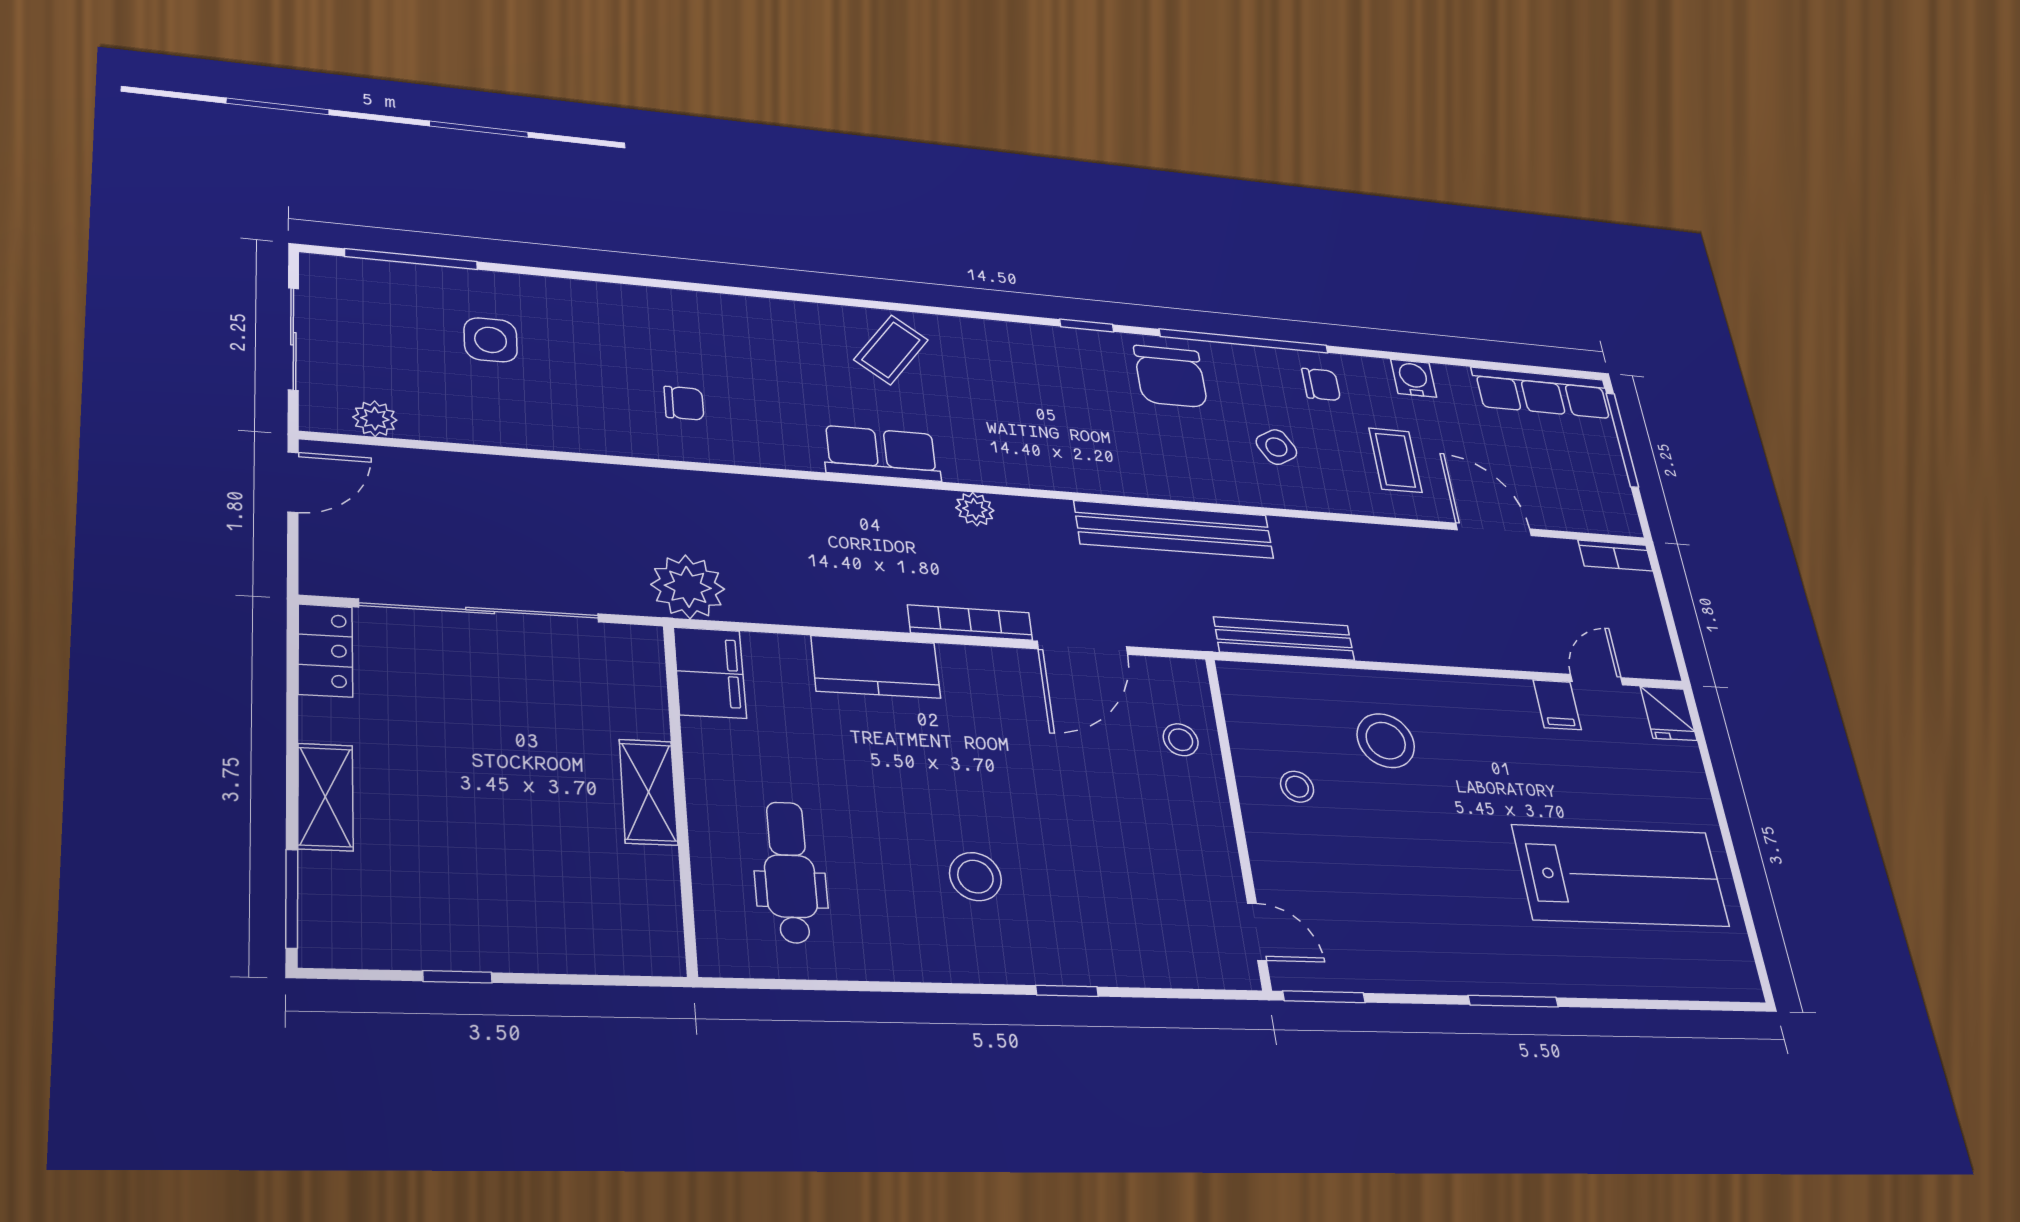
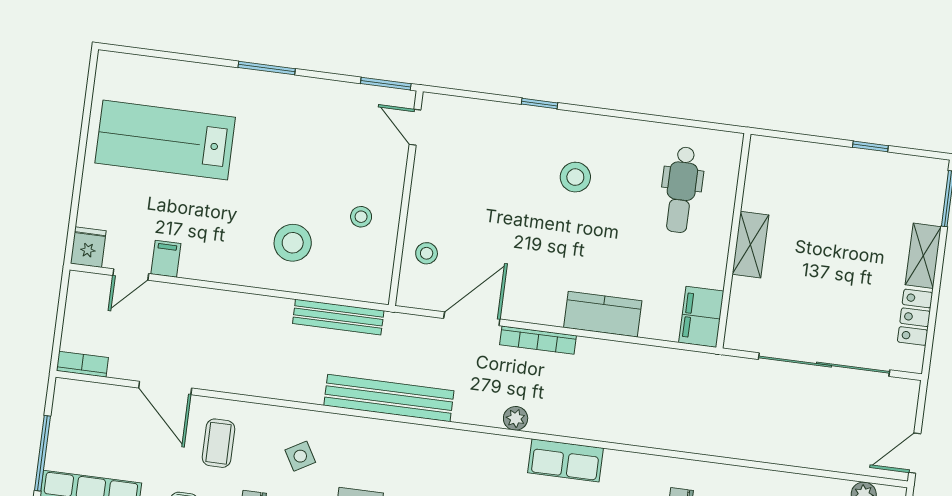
plant: (688, 587) -> (703, 374), removed
locker: (325, 650) -> (915, 317), moved

